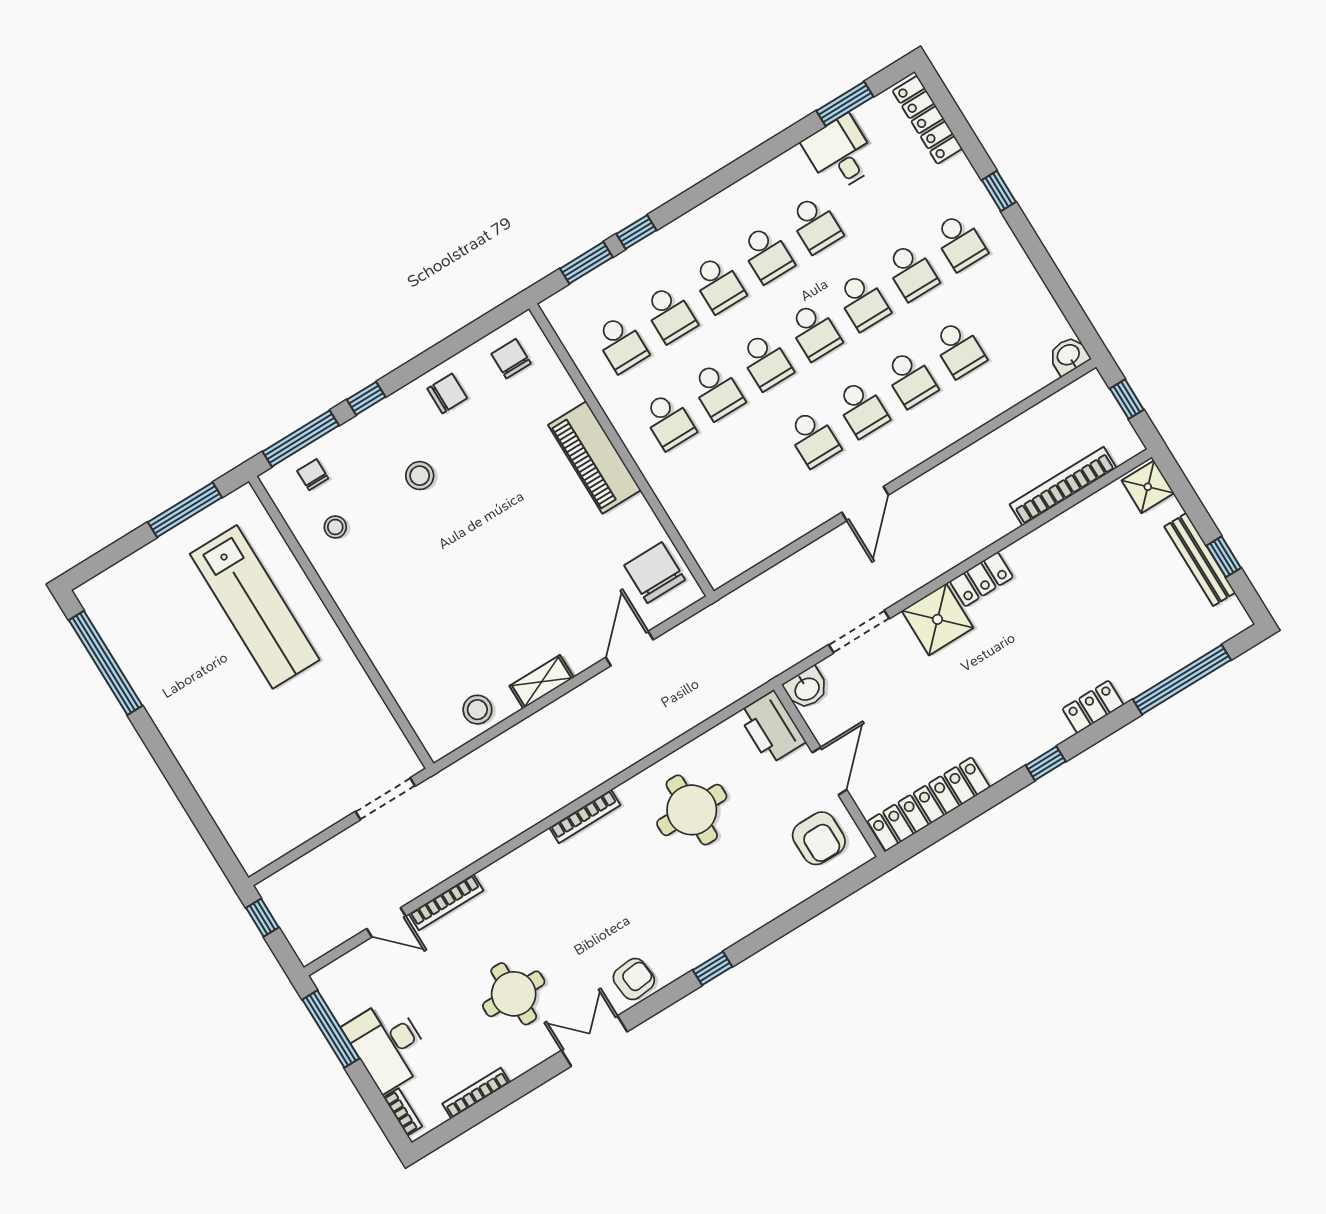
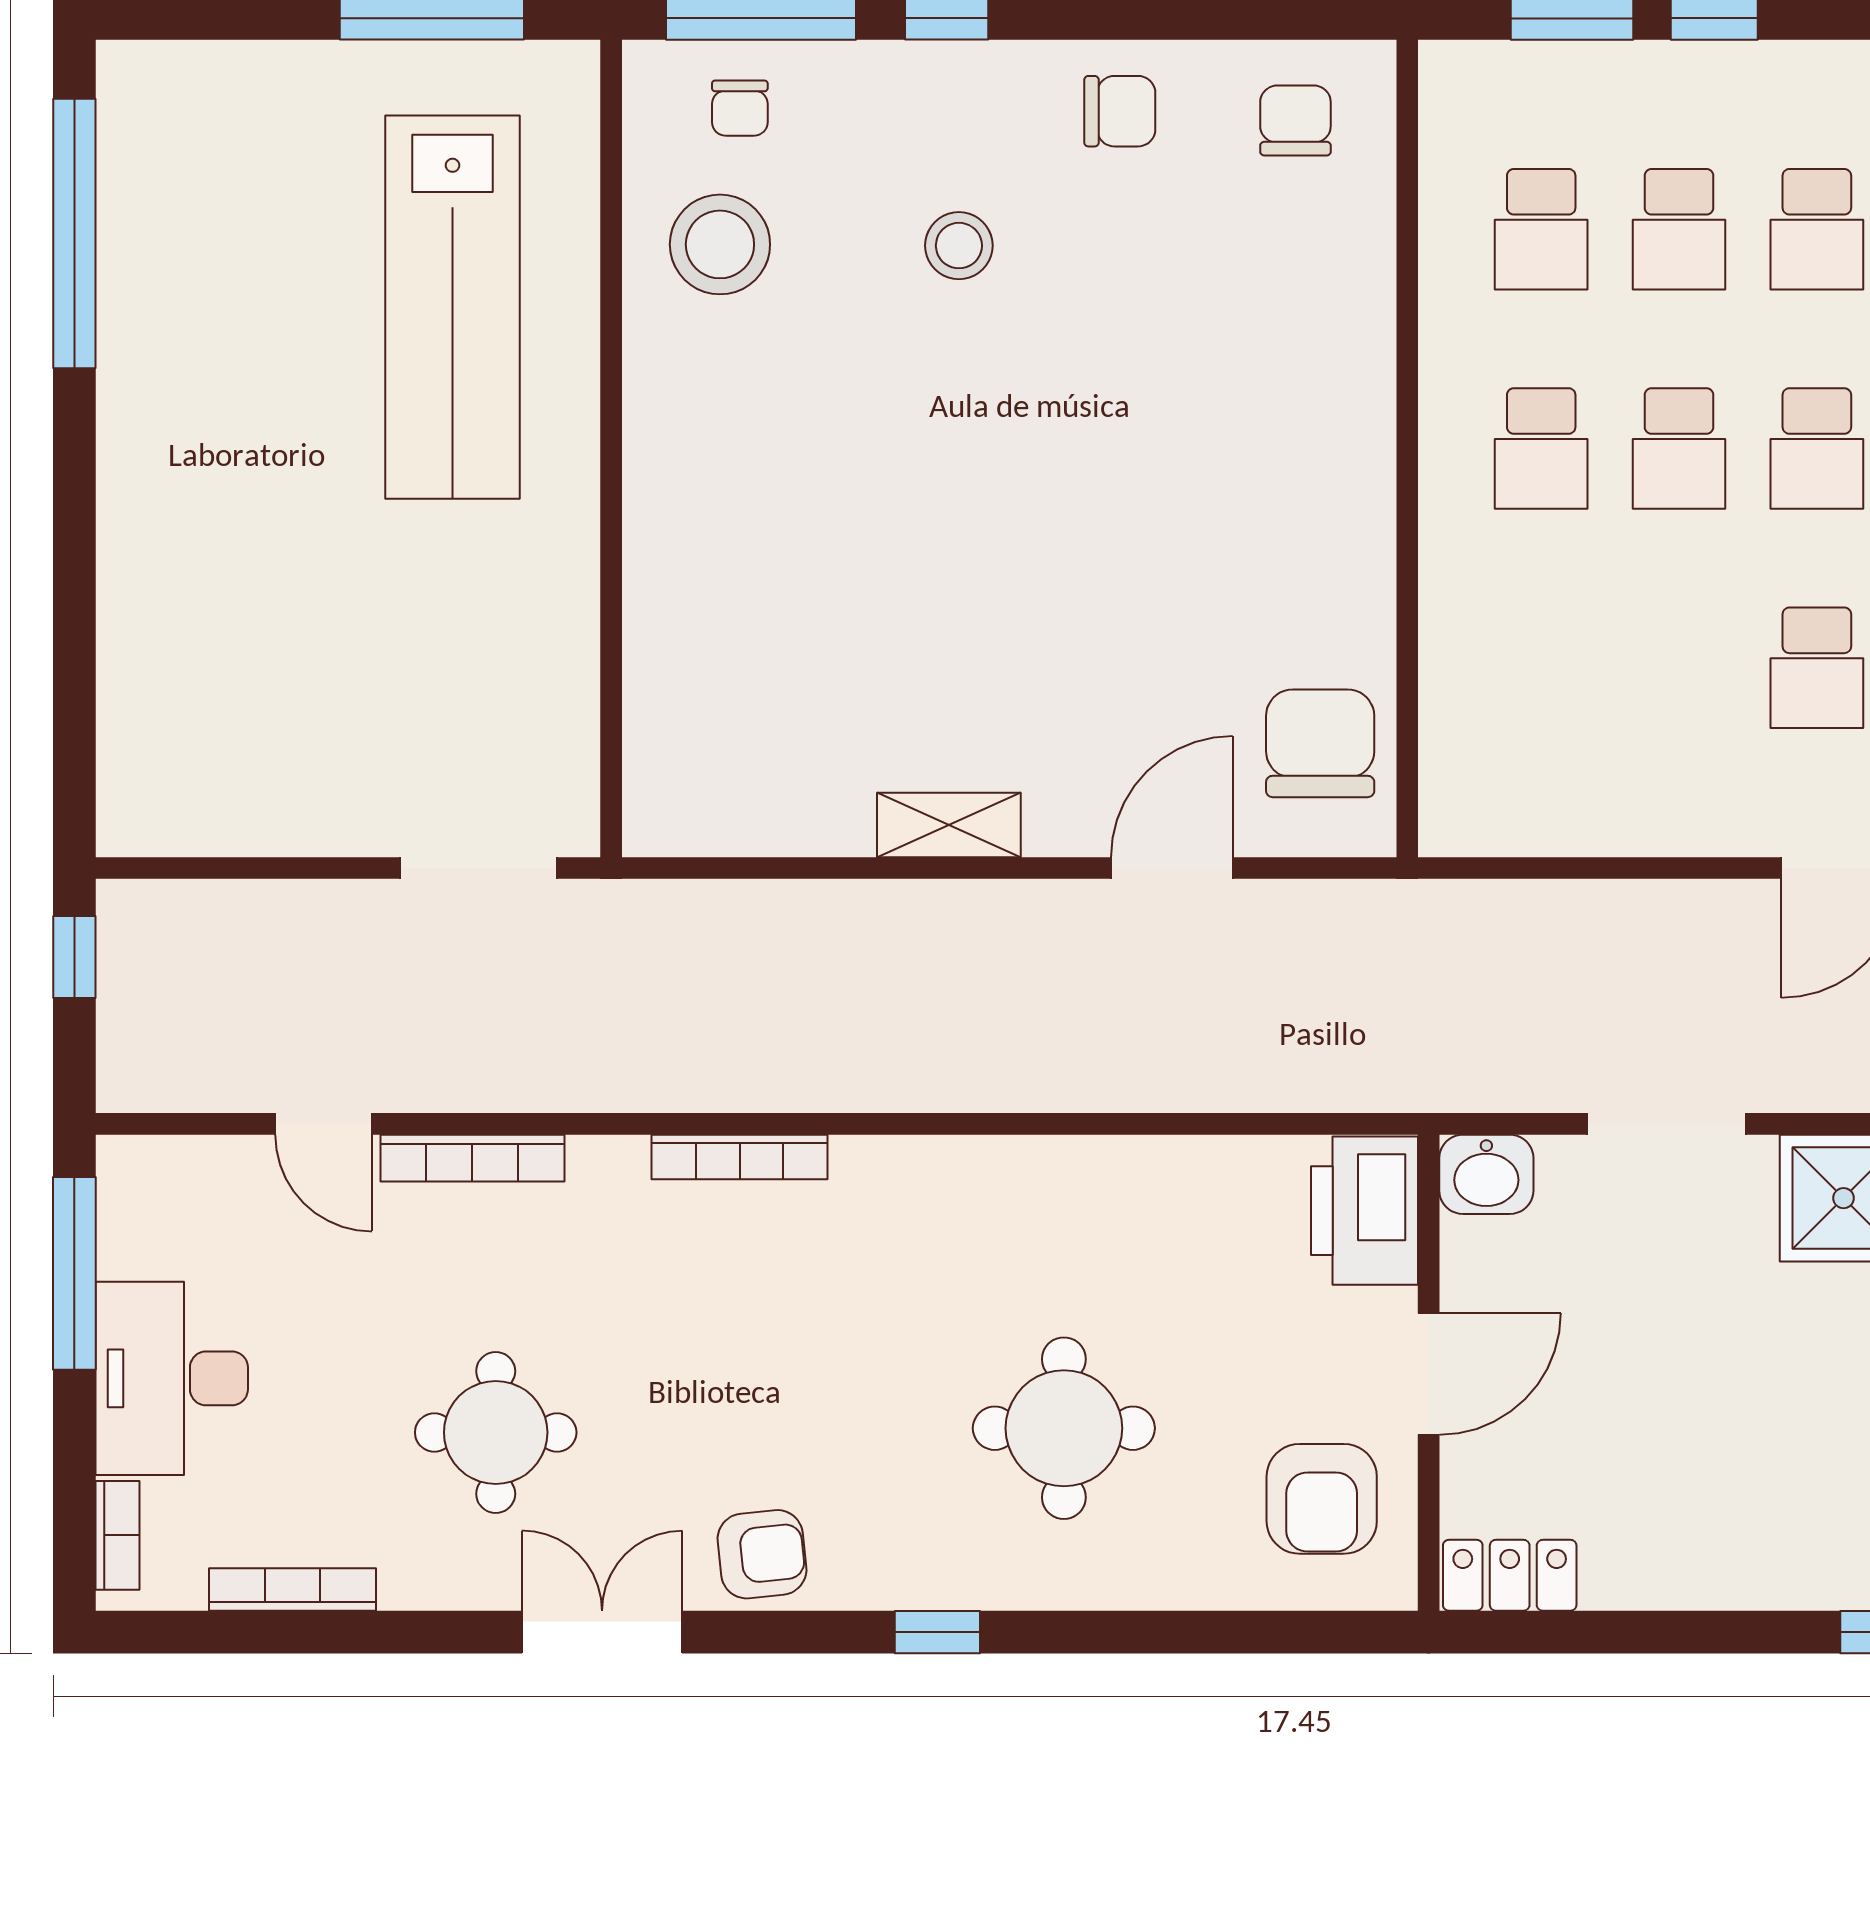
piano: (594, 458) -> (1342, 430), removed
chair: (313, 475) -> (740, 108), turned 180
stool: (335, 527) -> (720, 244), width x1.89, depth x1.89
stool: (477, 710) -> (781, 801), removed
locker: (929, 804) -> (1510, 1575), width x0.46, depth x0.83
round table: (692, 810) -> (1064, 1428), moved
bookcase: (585, 816) -> (740, 1157), moved

